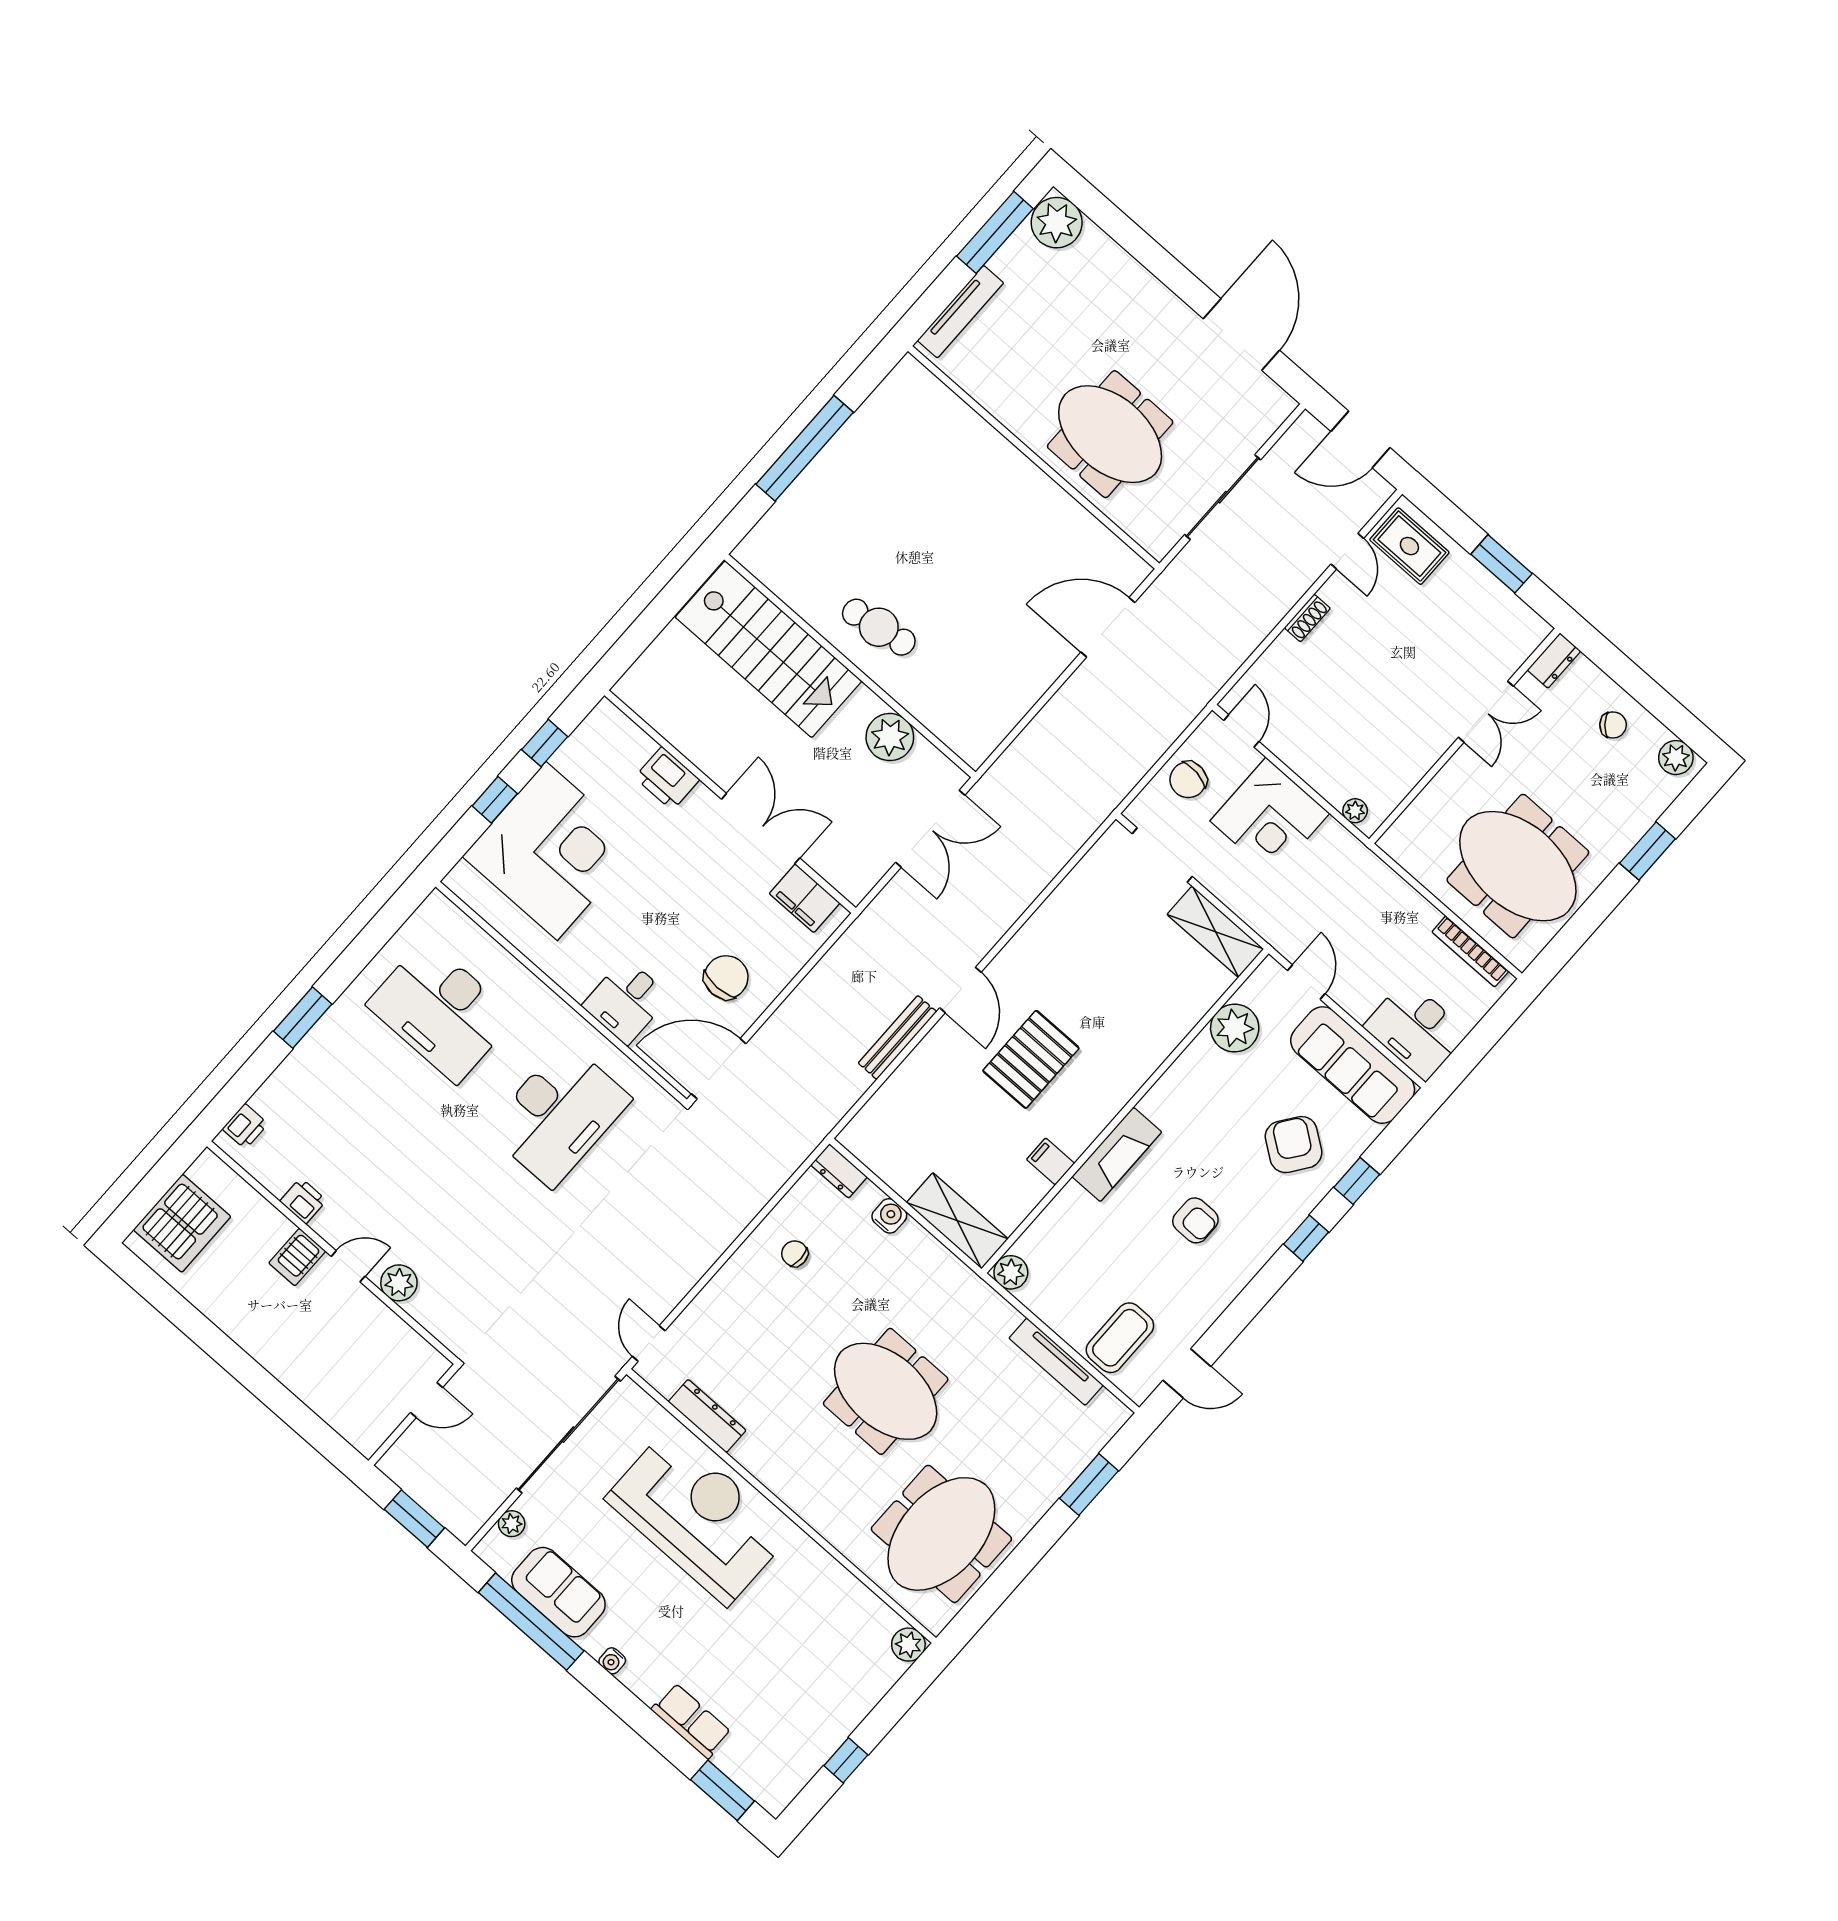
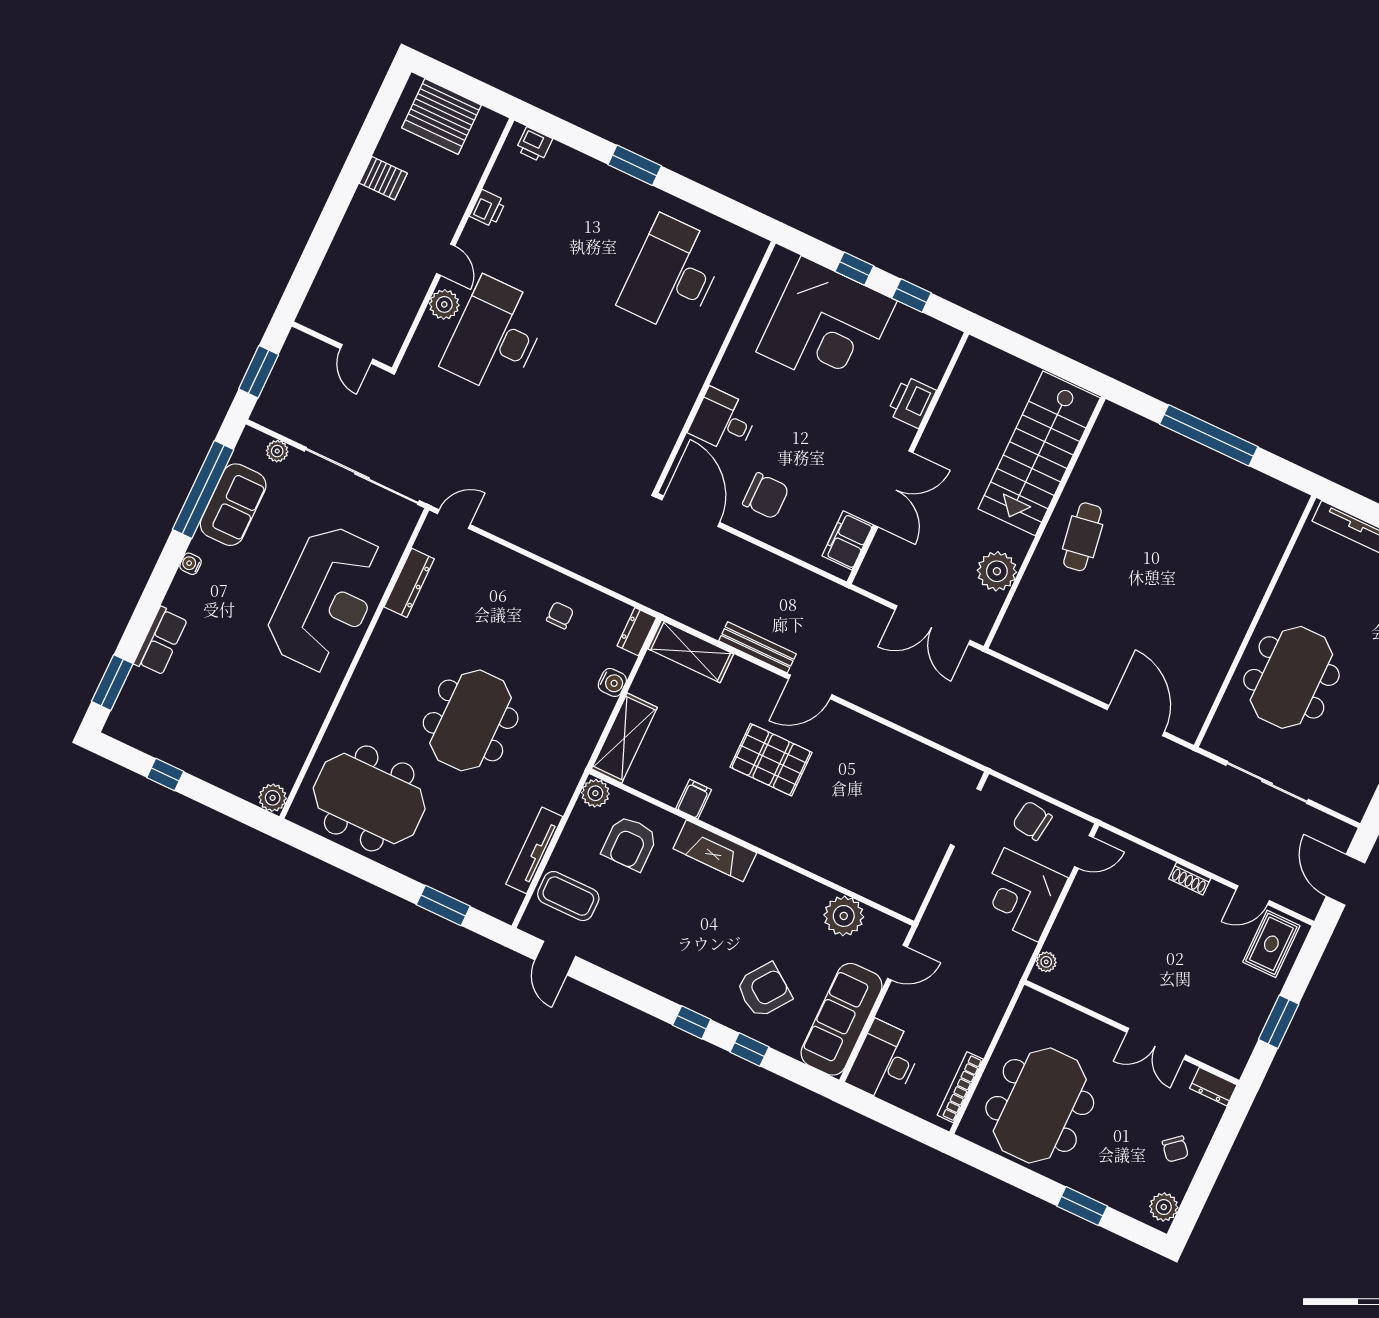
shelving: (1215, 932) -> (691, 651), moved, turned 90
desk: (559, 1114) -> (495, 336), moved, turned 90
armchair: (1195, 1220) -> (630, 843), moved, width x1.38, depth x1.38
server rack: (297, 1257) -> (383, 178), moved, turned 180

